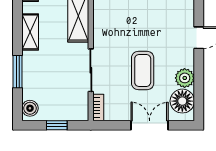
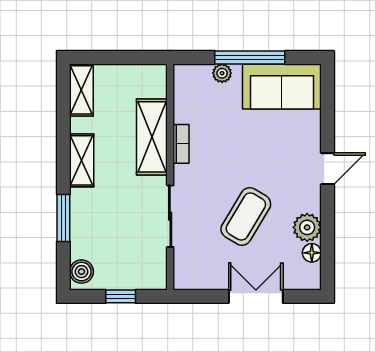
coffee table: (143, 70) -> (246, 217), turned 31
floor lamp: (182, 101) -> (312, 253), width x0.53, depth x0.53
bookcase: (98, 108) -> (181, 144), moved

